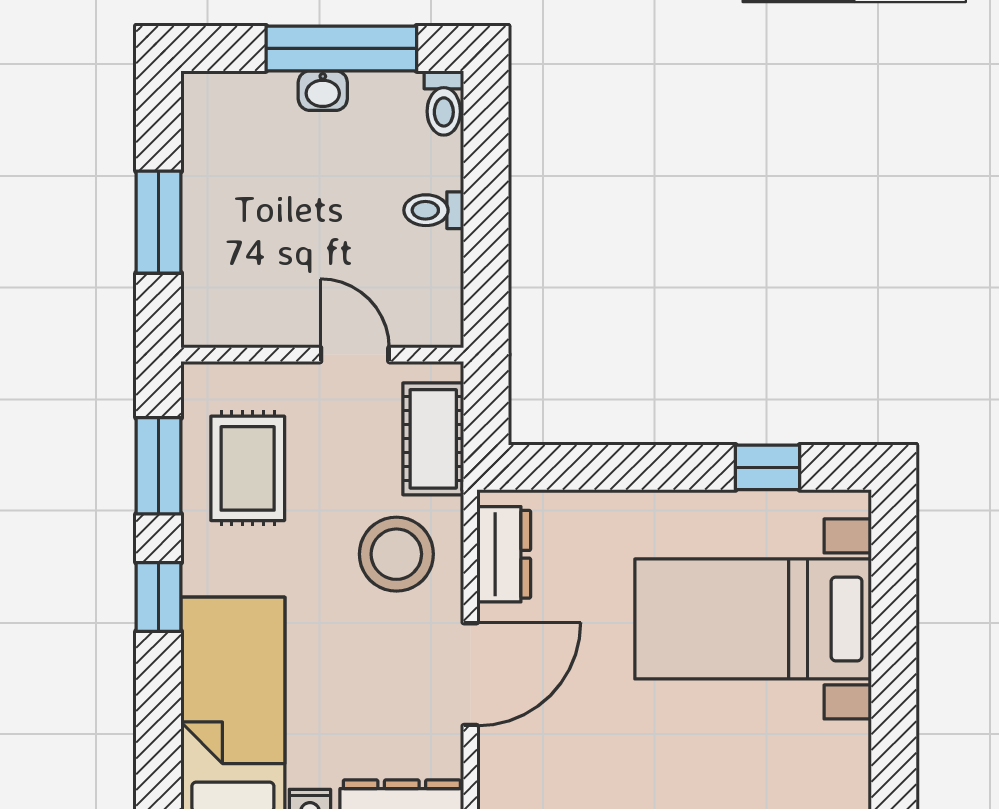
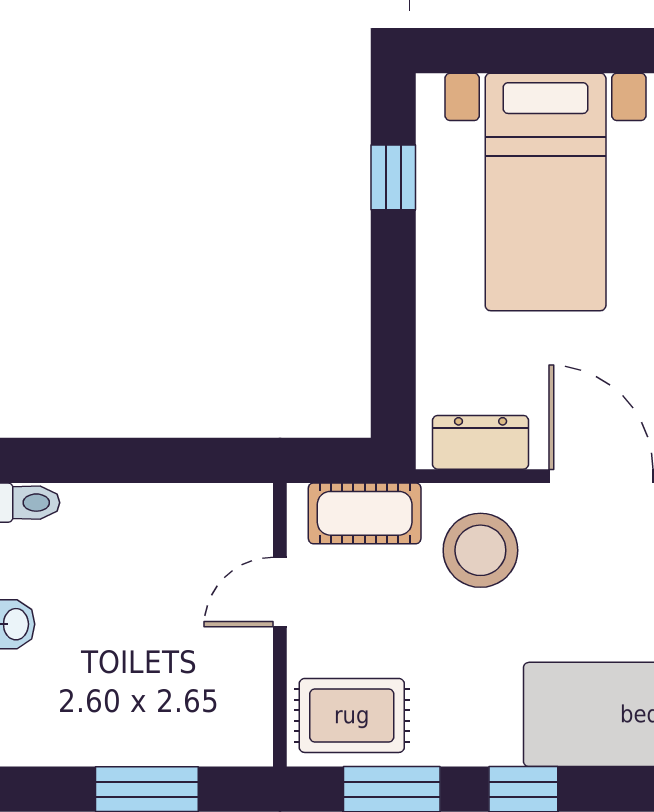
toilet: (434, 210) -> (135, 513), removed
rug: (248, 468) -> (352, 715), moved

